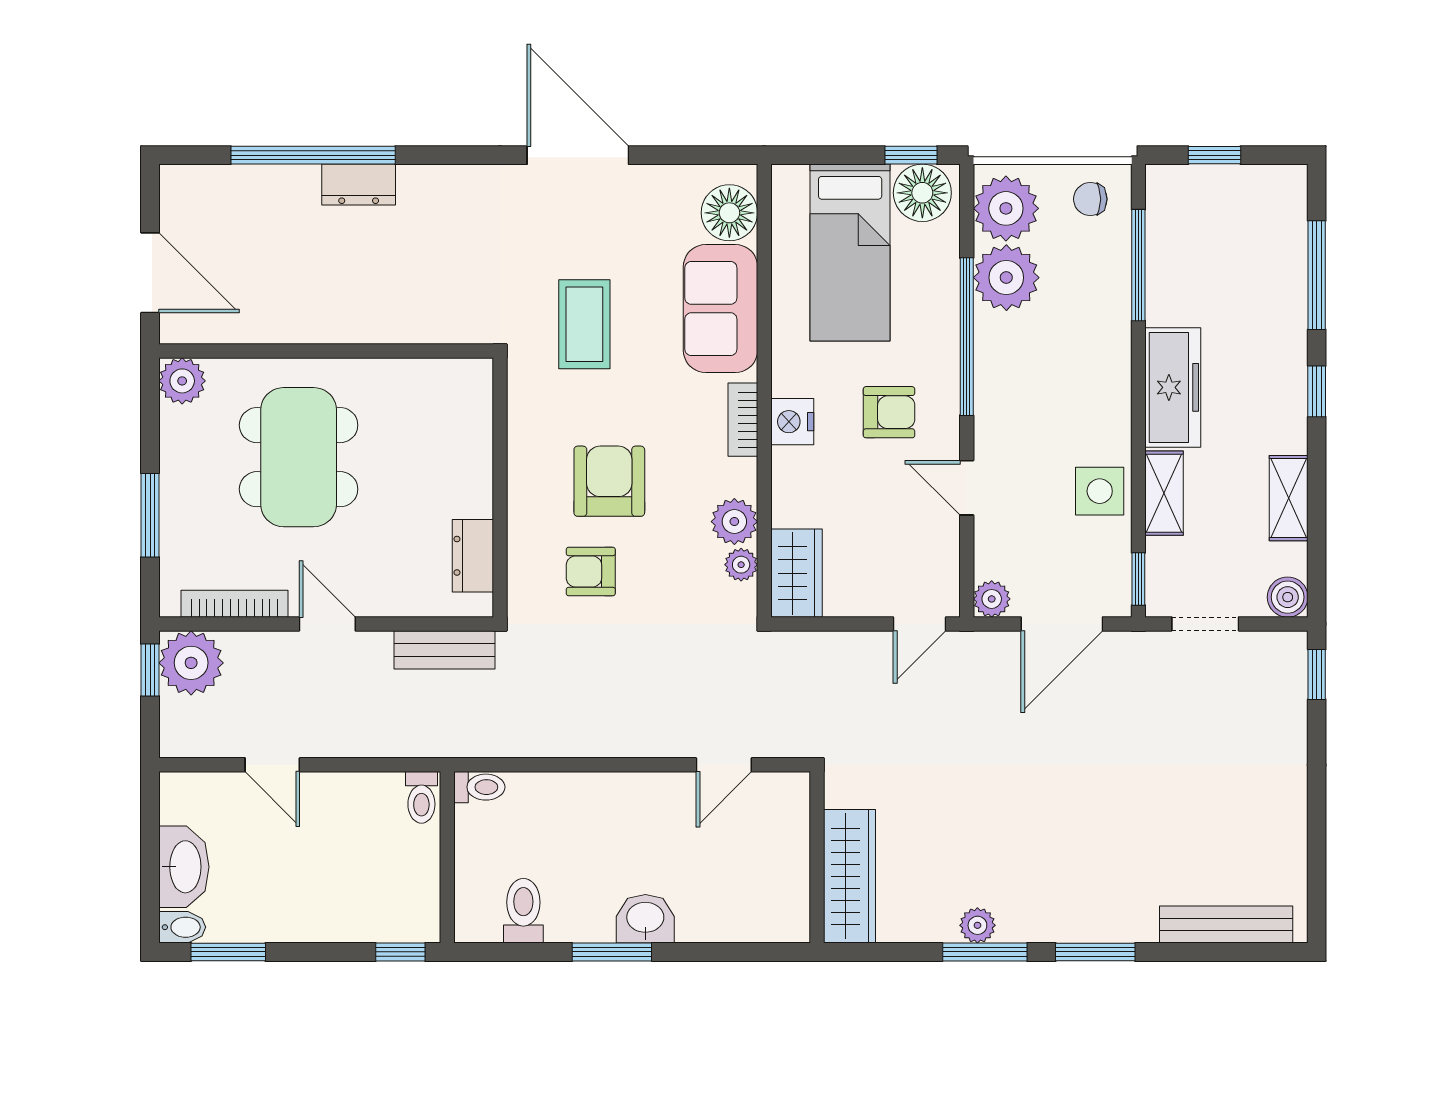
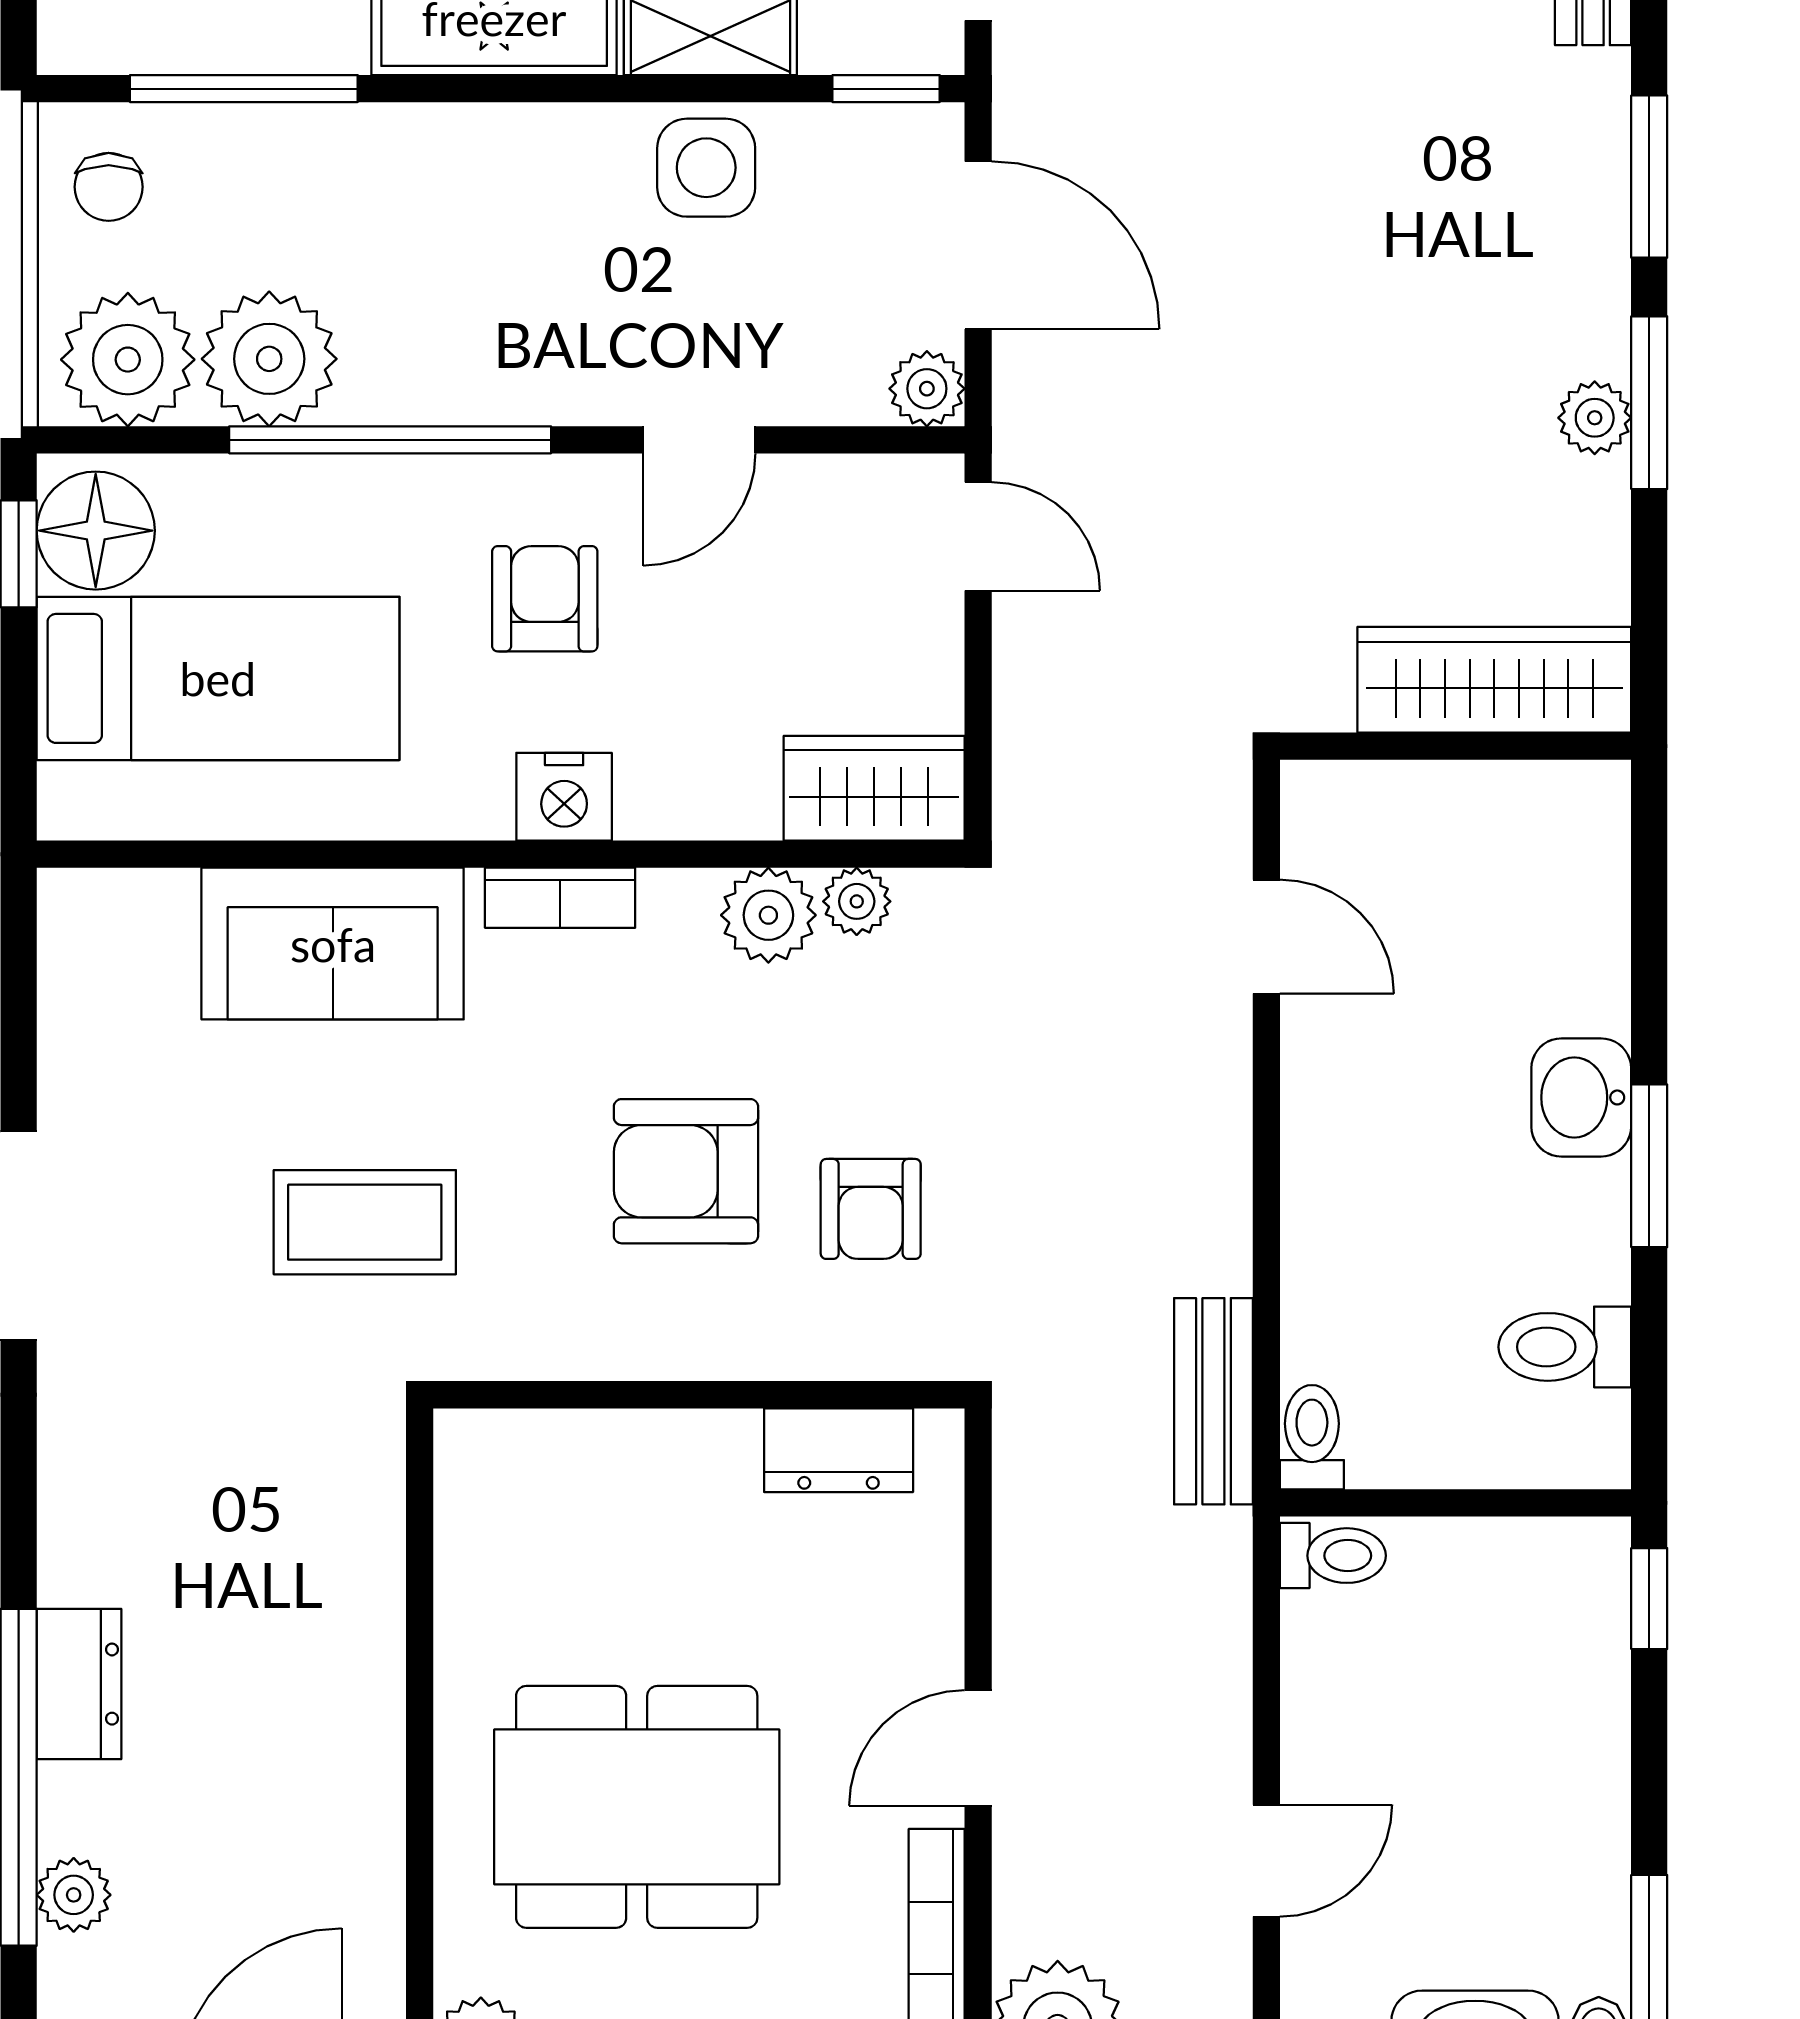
plant: (256, 182) -> (74, 1895), added
floor lamp: (729, 213) -> (137, 925), removed
bench: (445, 650) -> (1213, 1401), moved

